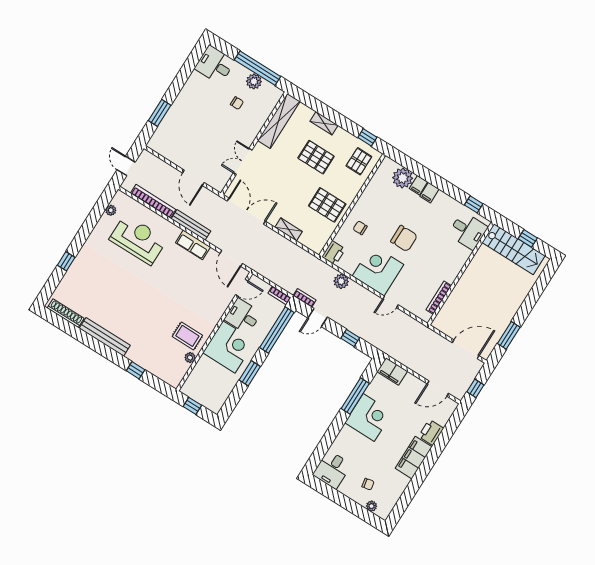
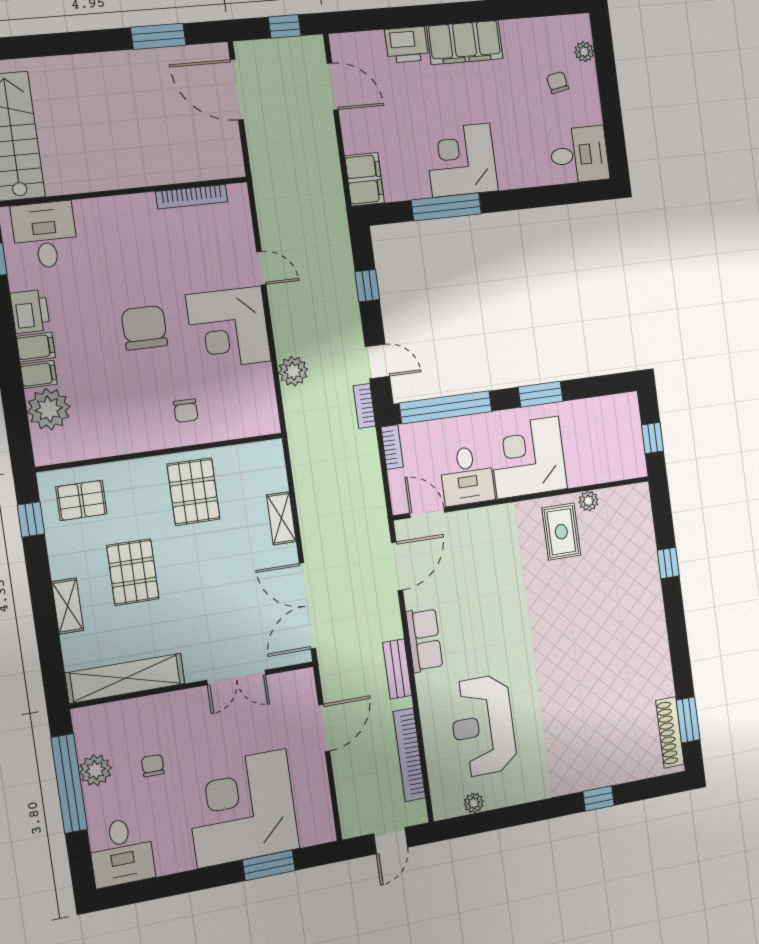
corner desk: (191, 121) -> (242, 808), added
bench: (191, 225) -> (397, 669), width x0.73
printer: (334, 253) -> (30, 311), moved, turned 90
window: (64, 325) -> (688, 720), added
bench: (105, 337) -> (658, 648), removed

